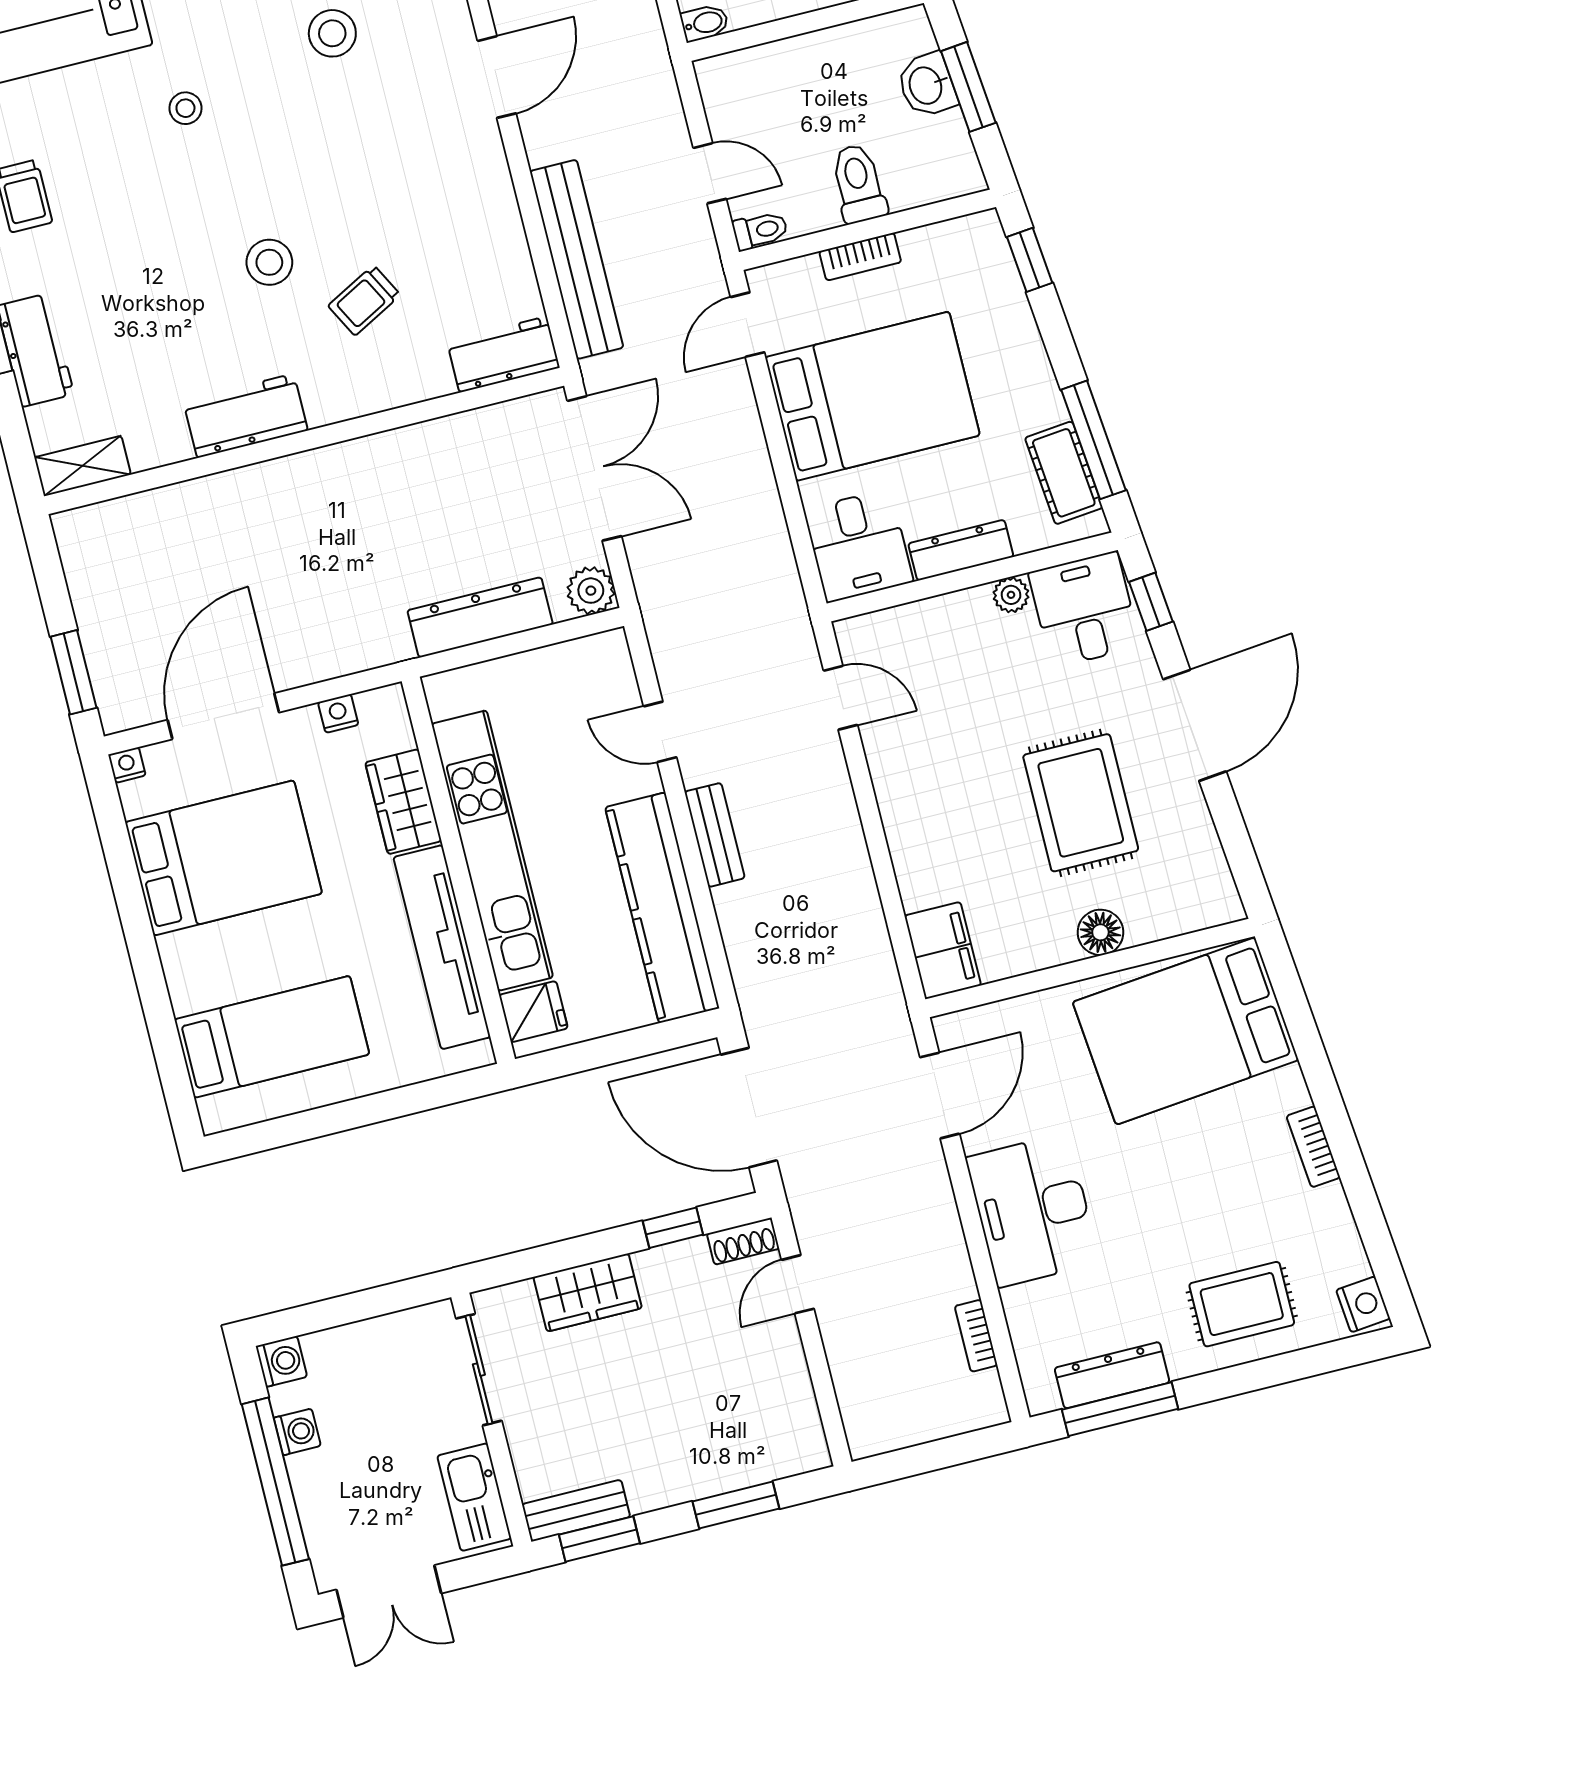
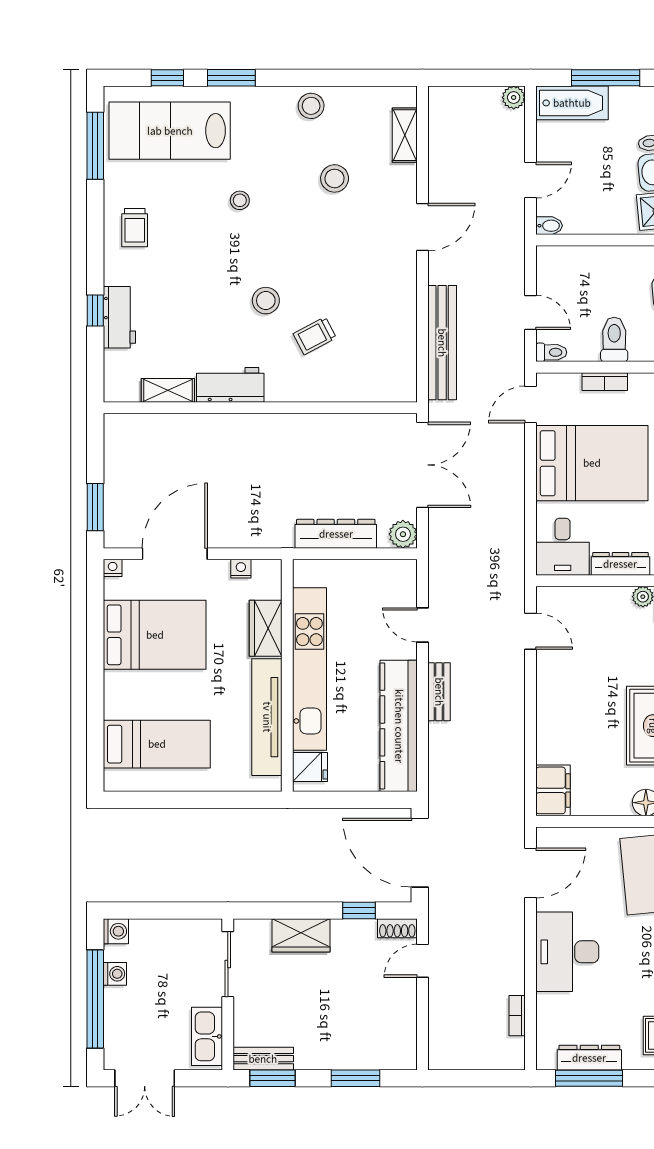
workbench: (503, 354) -> (387, 387), removed
shelving: (83, 466) -> (168, 390), moved

